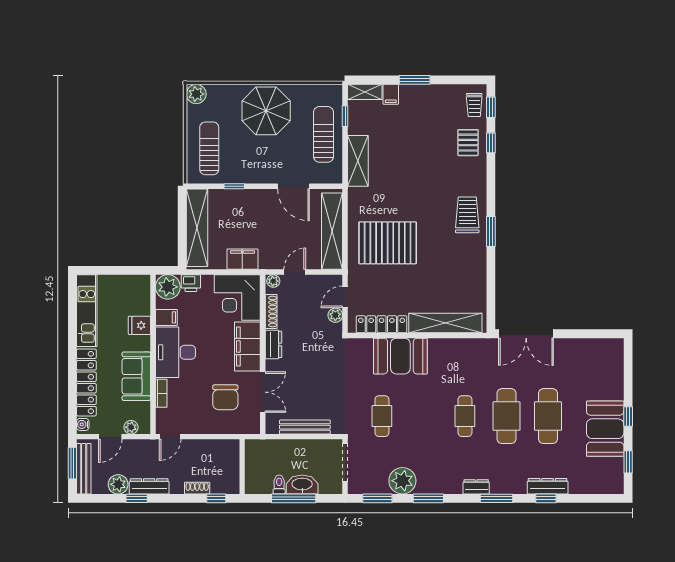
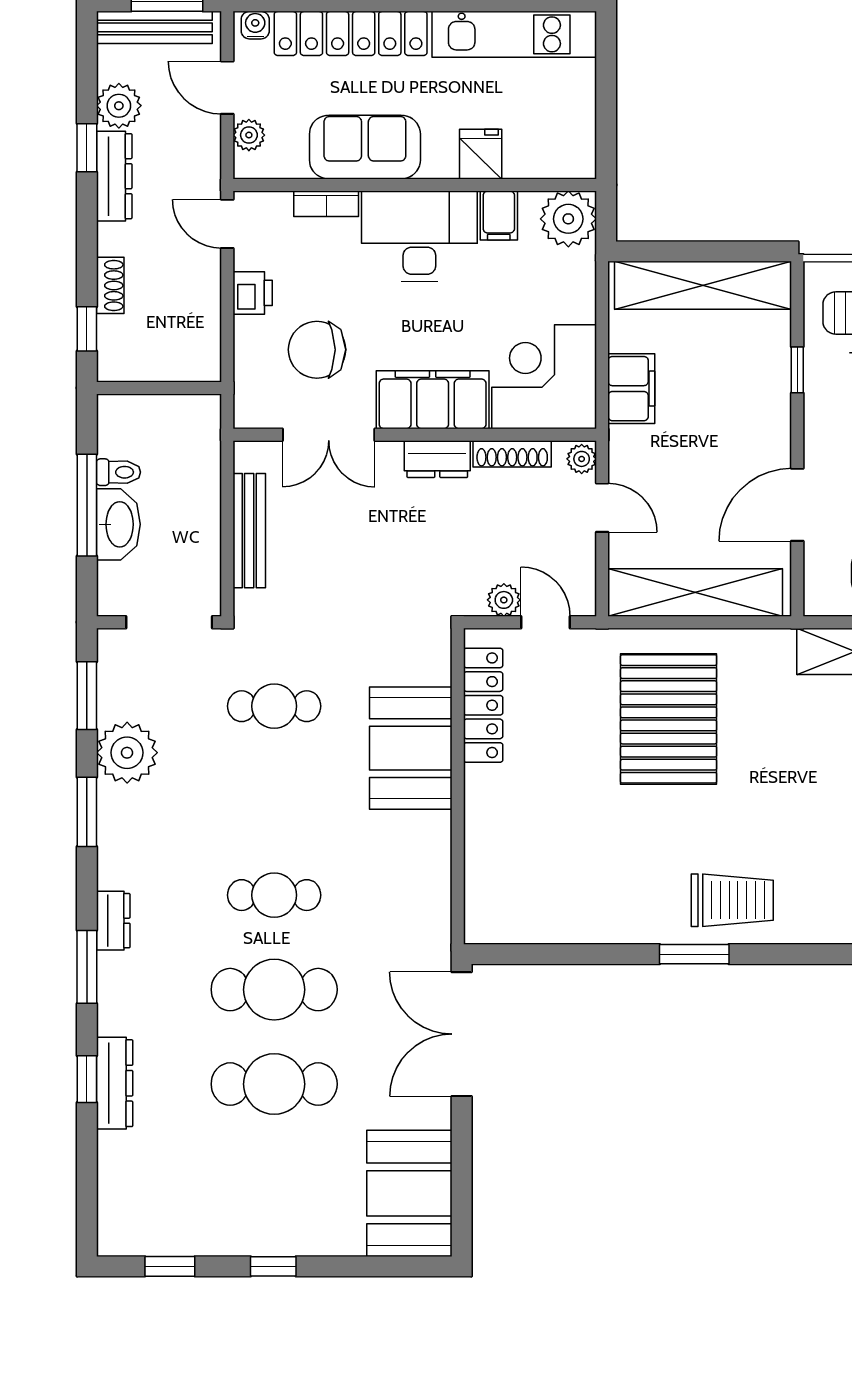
printer: (191, 283) -> (253, 293), moved, turned 180
shelving: (445, 323) -> (486, 850), removed
booth: (605, 429) -> (409, 1193), moved, turned 90

